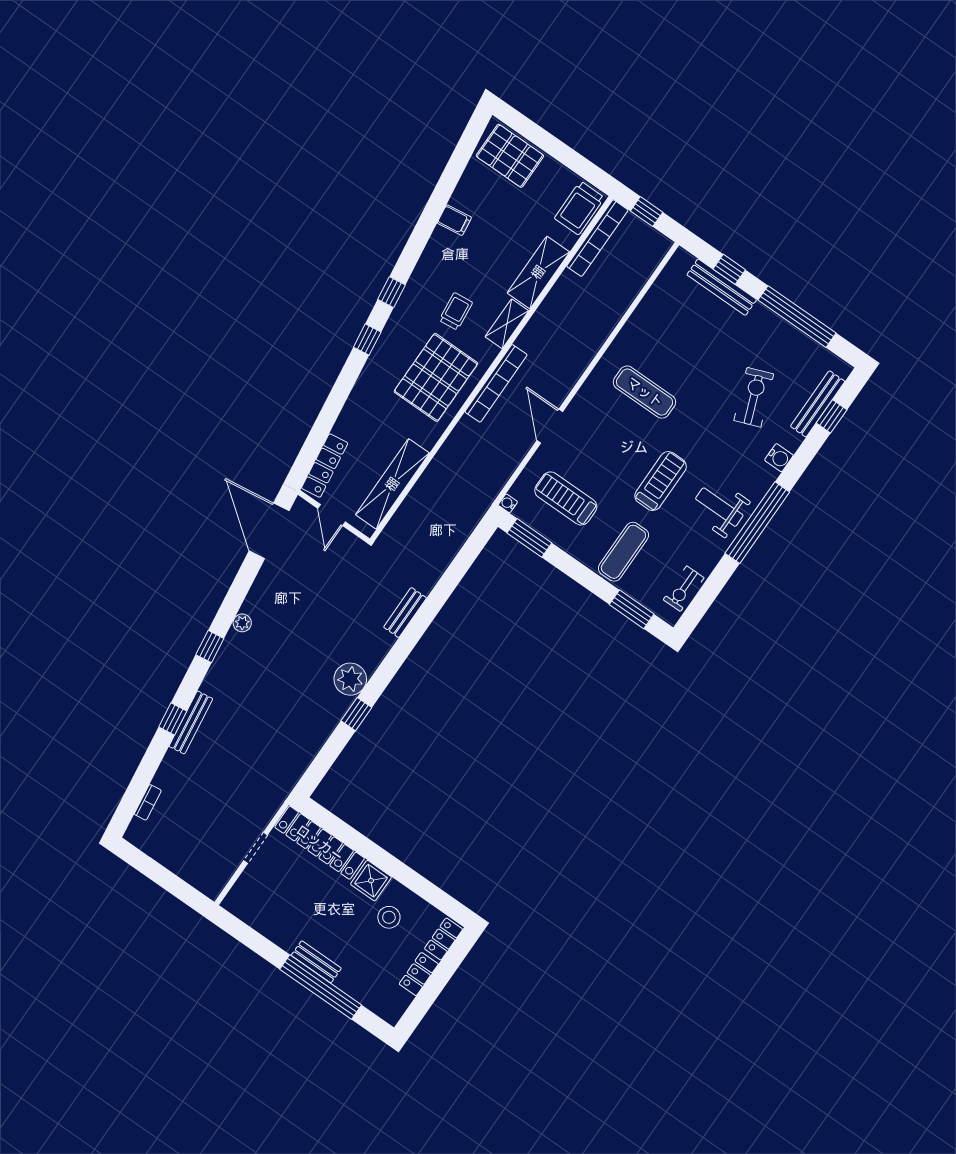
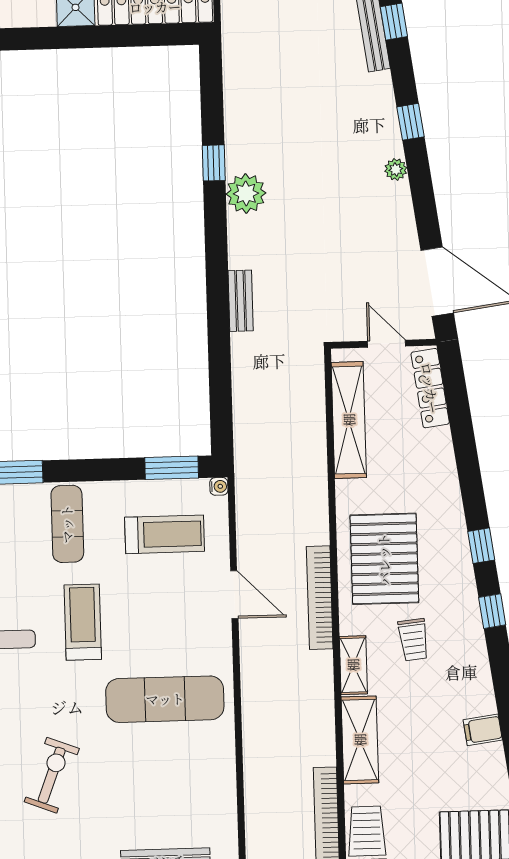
exercise mat: (645, 392) -> (165, 699), width x1.36, depth x1.45
exercise bike: (754, 397) -> (52, 775), turned -138
treadmill: (661, 481) -> (83, 622), turned 180

